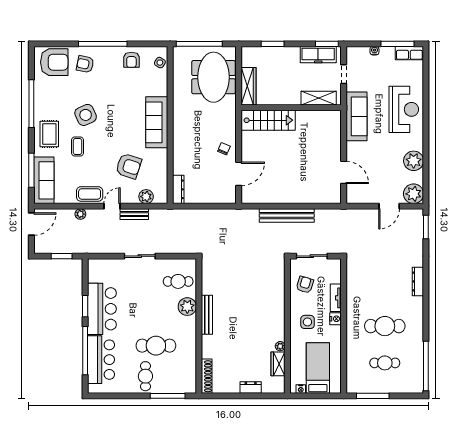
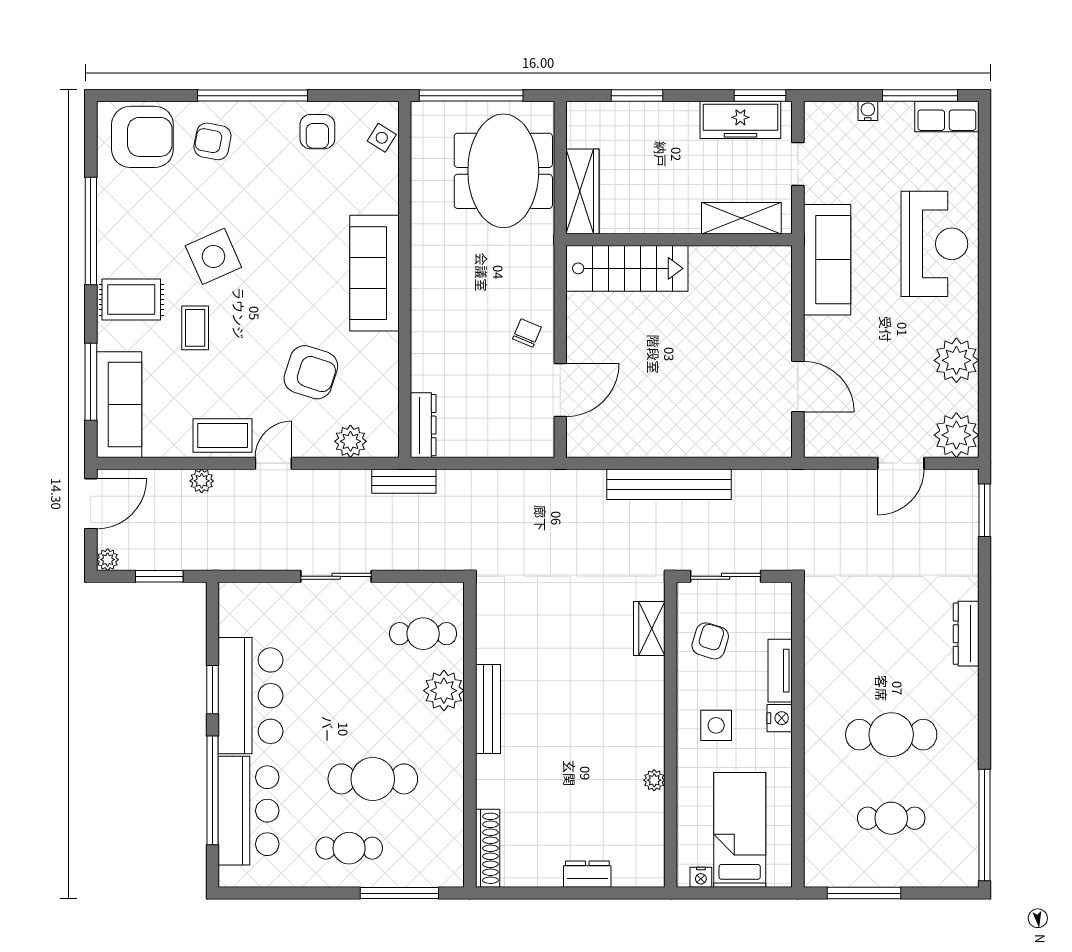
rug: (49, 134) -> (131, 300), turned 90
bench: (134, 214) -> (404, 481), moved
plant: (39, 249) -> (108, 560), added
wardrobe: (278, 364) -> (649, 629), moved
cafe table: (145, 376) -> (349, 848), turned 90

